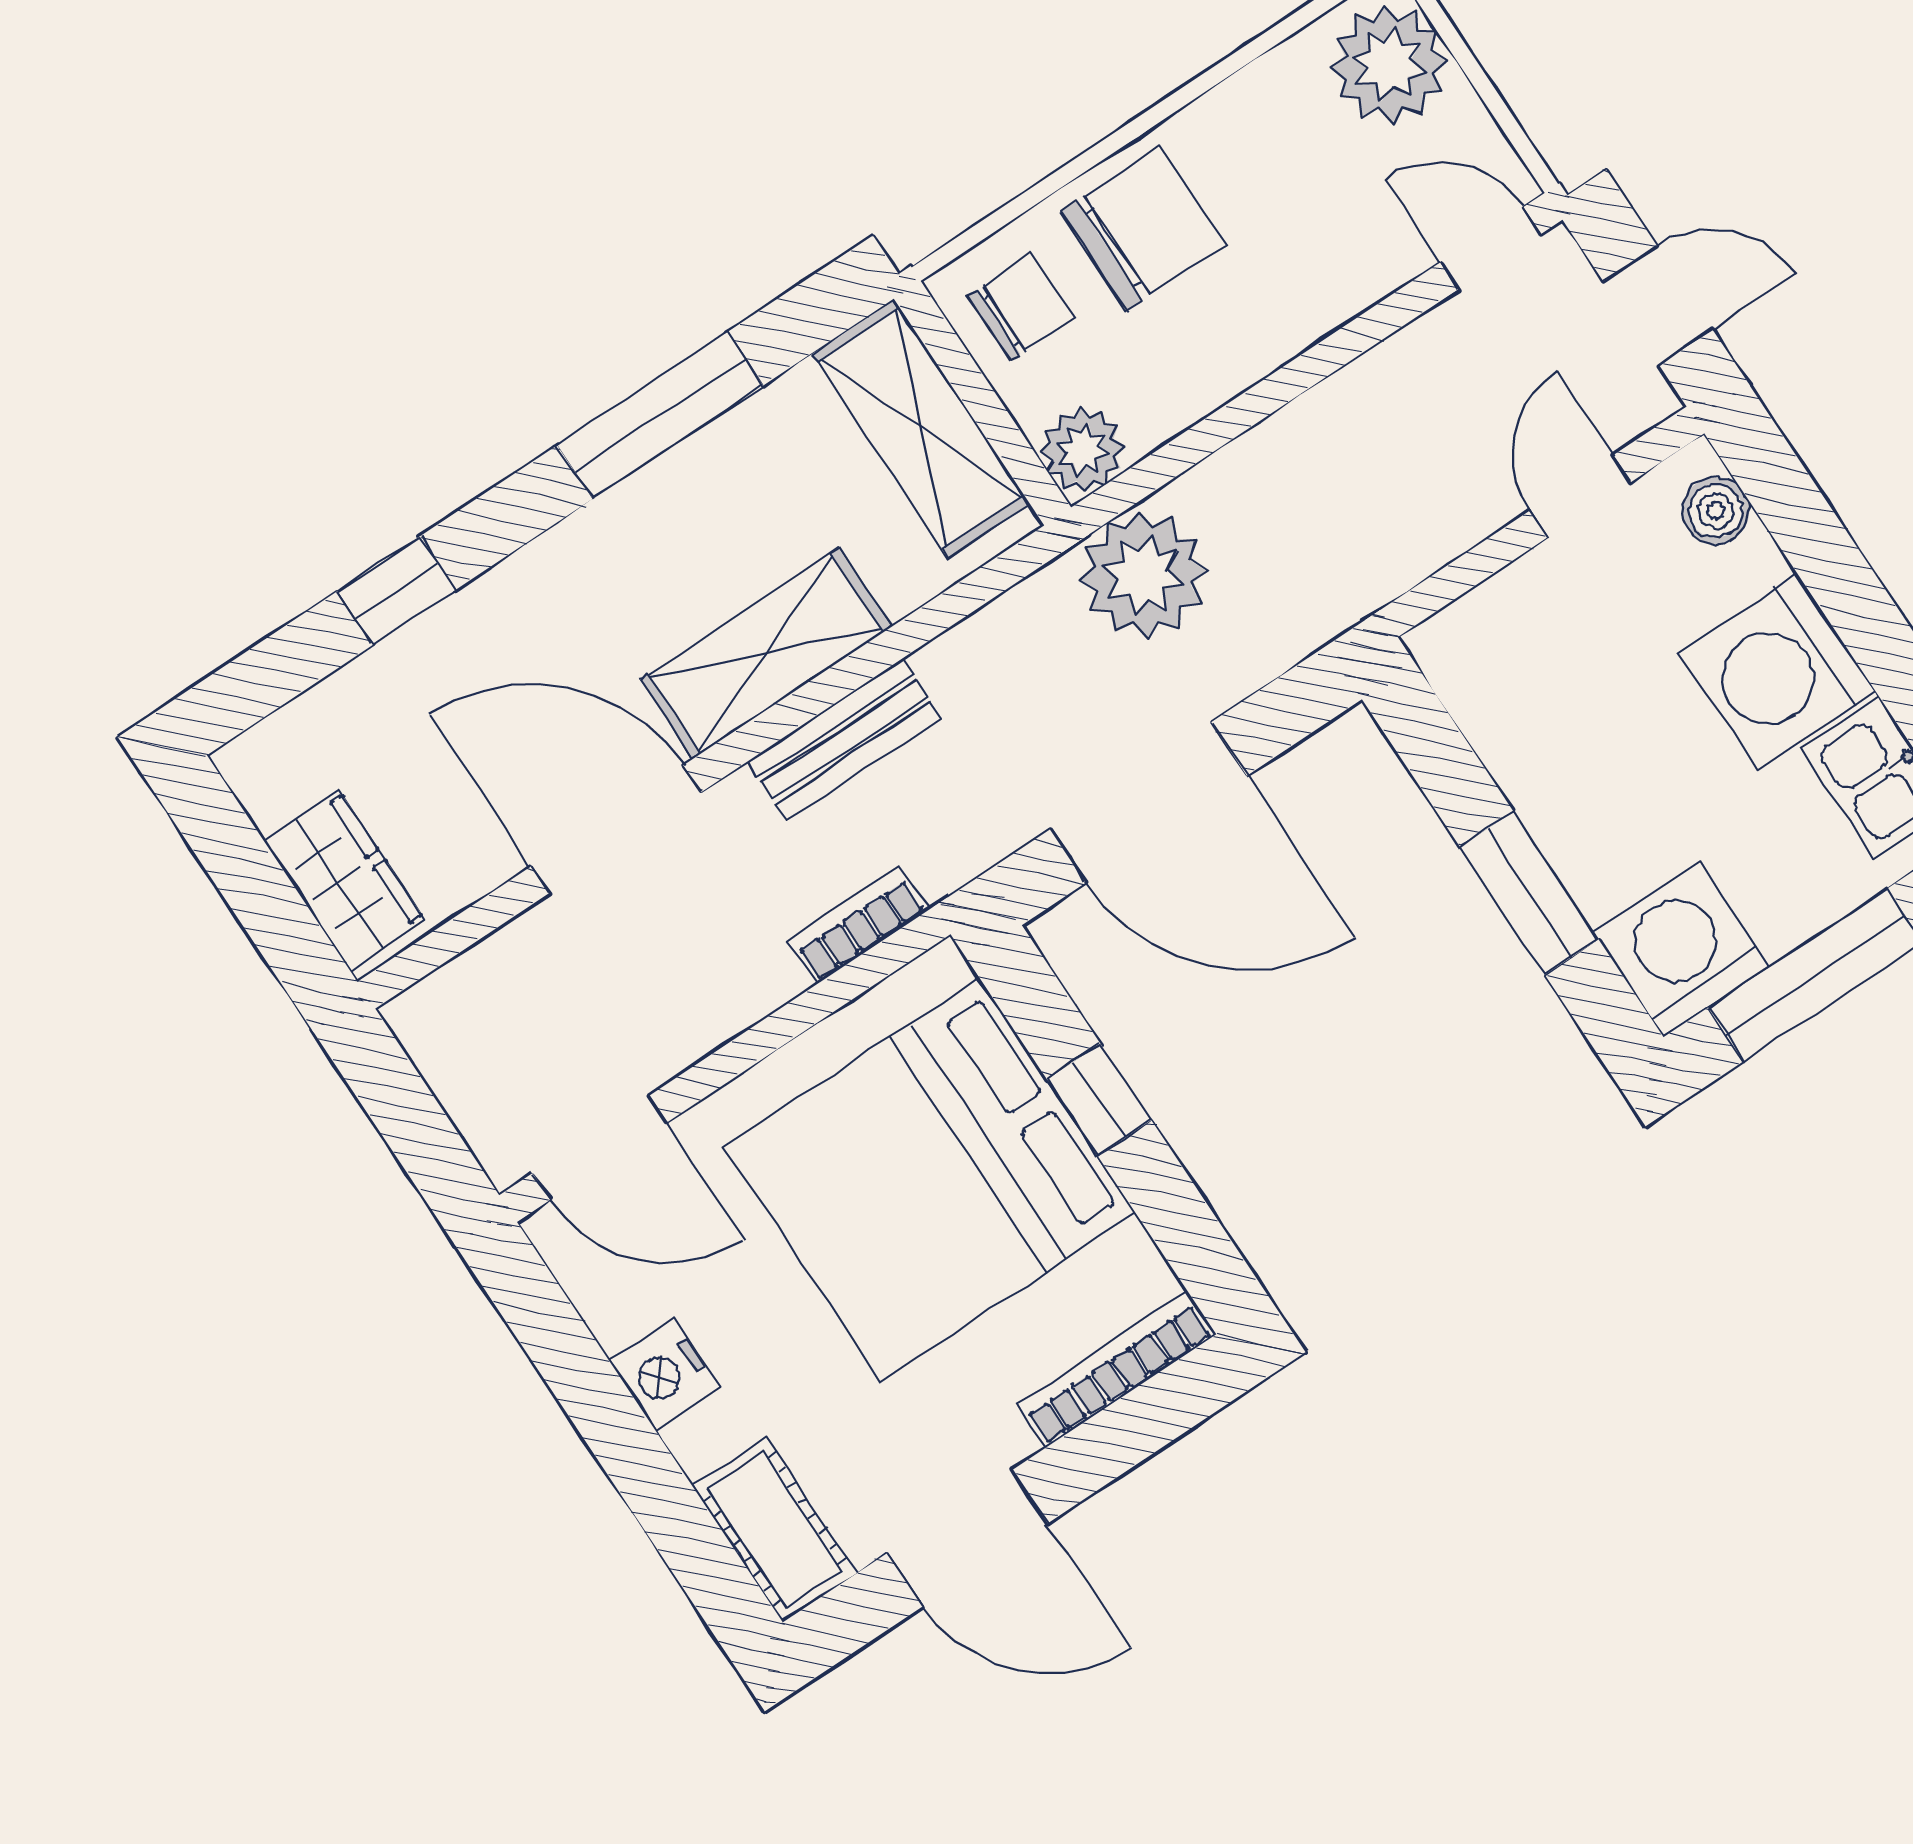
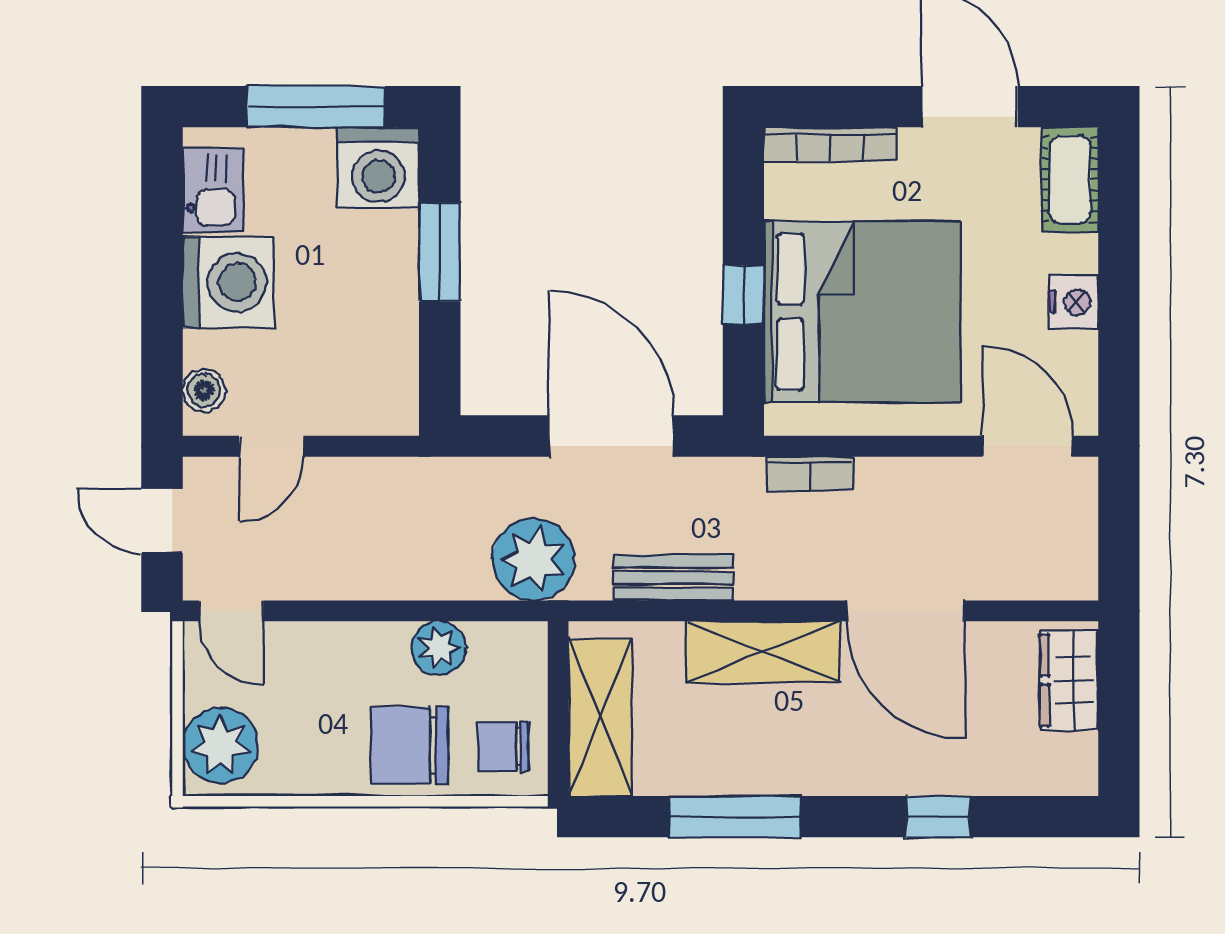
plant: (1083, 449) -> (439, 648), moved
bench: (845, 740) -> (673, 578), moved

